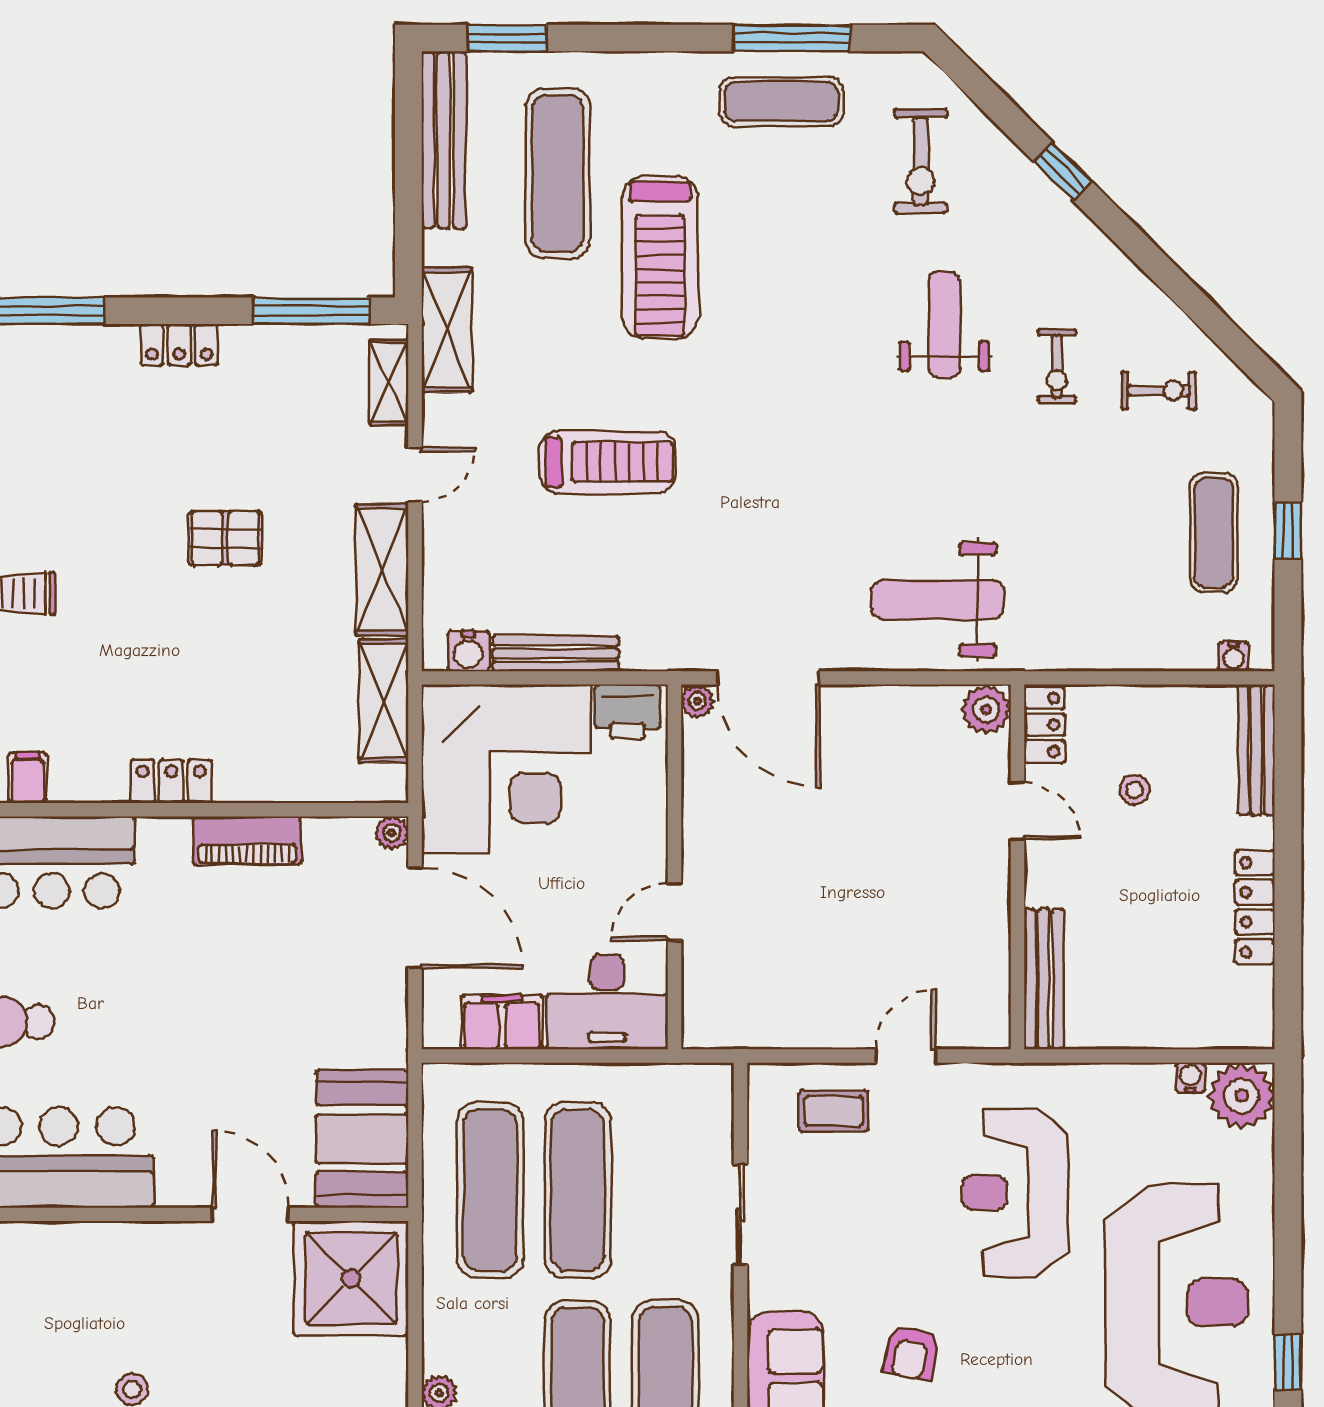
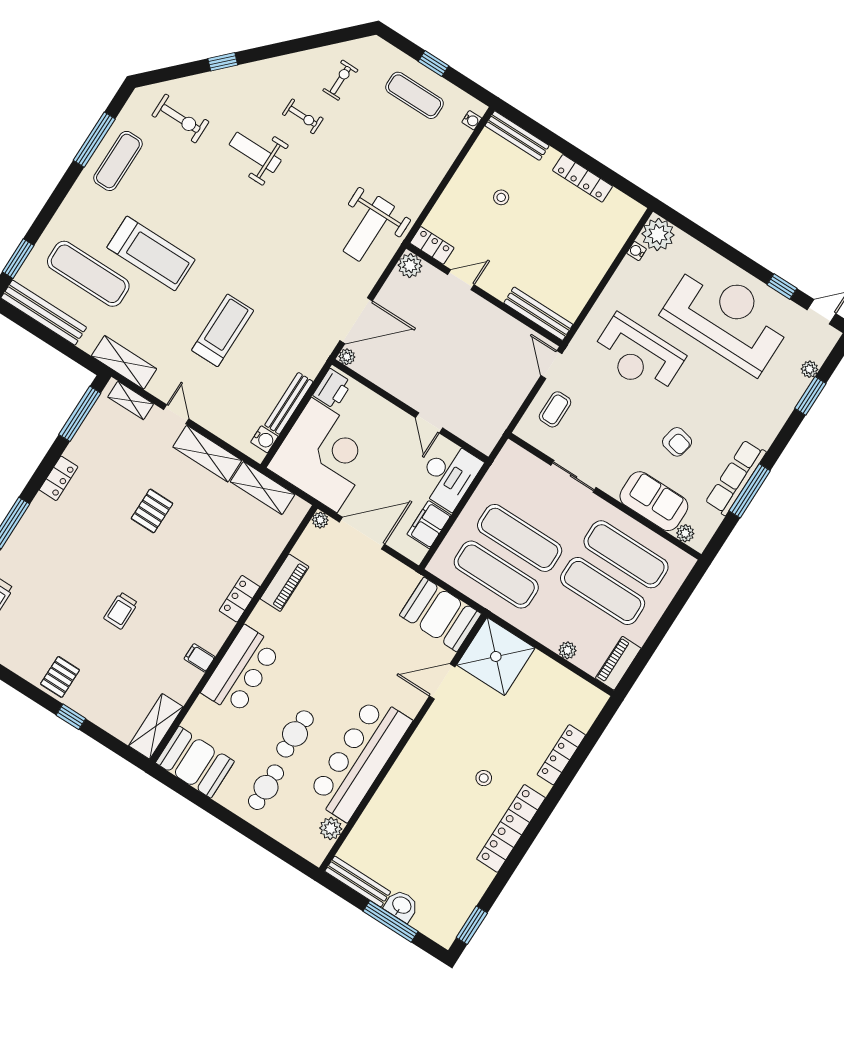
plant: (986, 709) -> (410, 266), moved
locker: (1044, 725) -> (432, 245), moved
door: (1017, 811) -> (461, 280), moved
wall: (1017, 867) -> (484, 295), moved
bench: (1044, 979) -> (538, 314), moved

